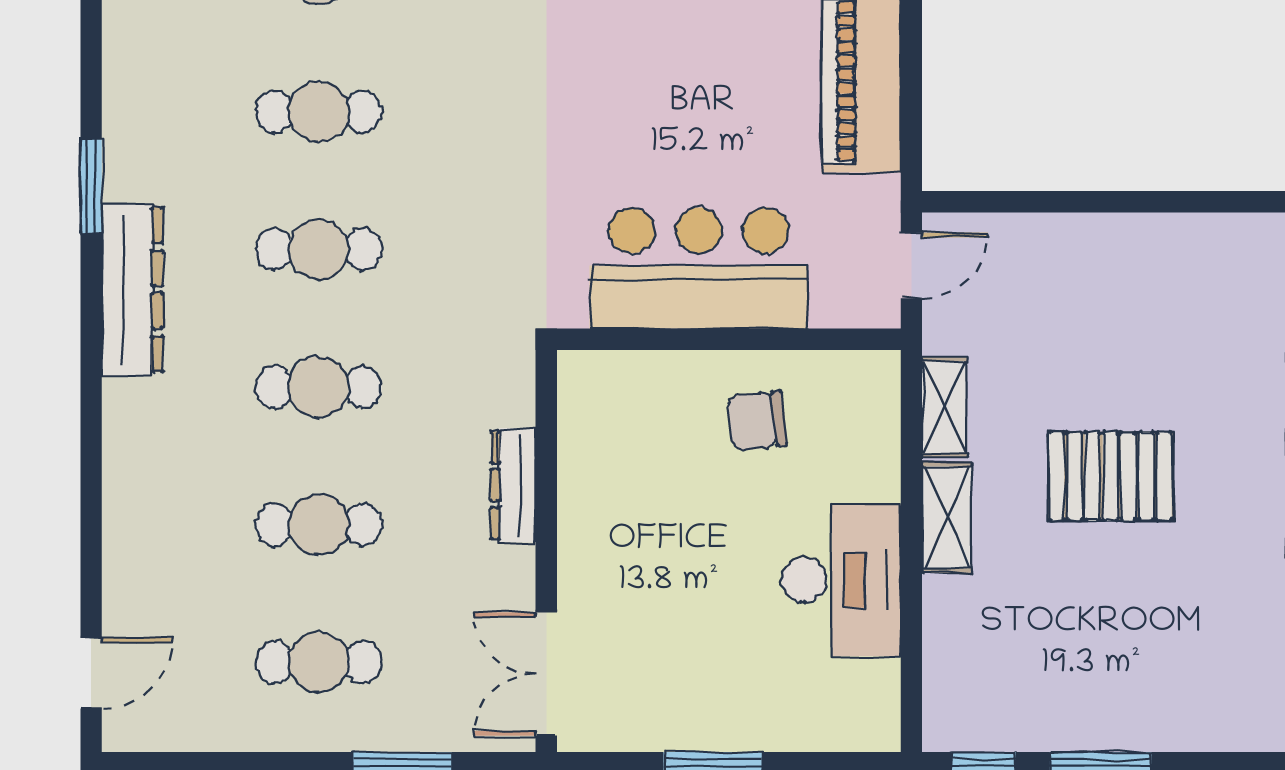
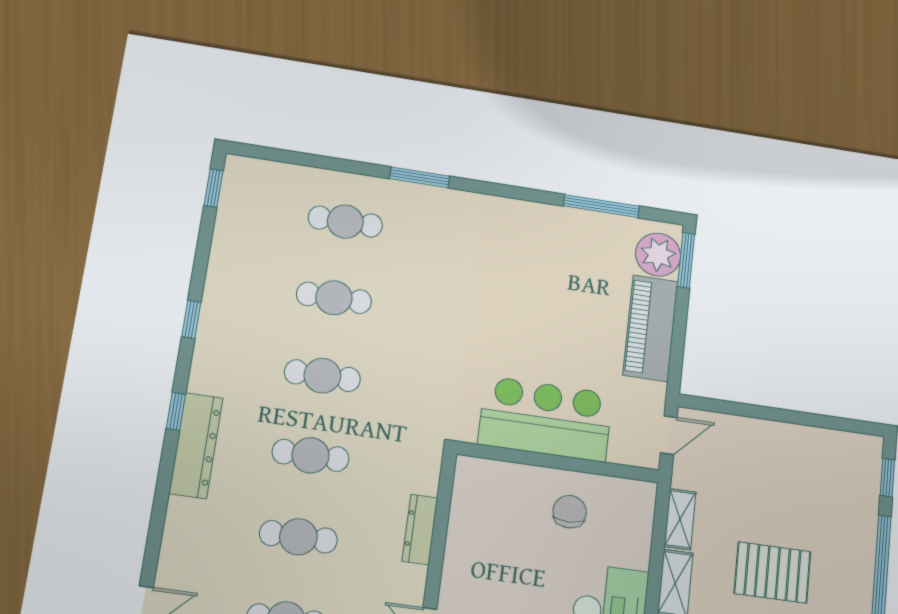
window: (91, 186) -> (191, 319), width x0.67
dresser: (132, 290) -> (196, 446), moved
window: (91, 345) -> (176, 411), added
chair: (757, 421) -> (570, 512), turned 96

